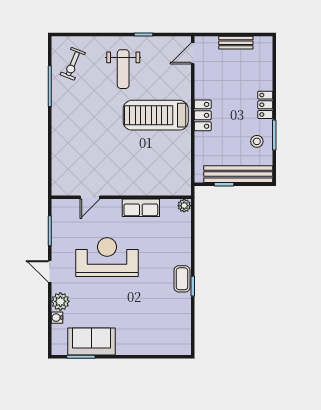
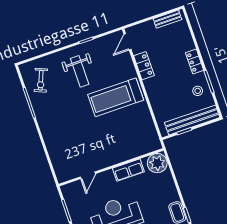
bench: (236, 43) -> (167, 19), moved
locker: (203, 115) -> (144, 66), moved
plant: (184, 206) -> (157, 163), width x1.88, depth x1.88

